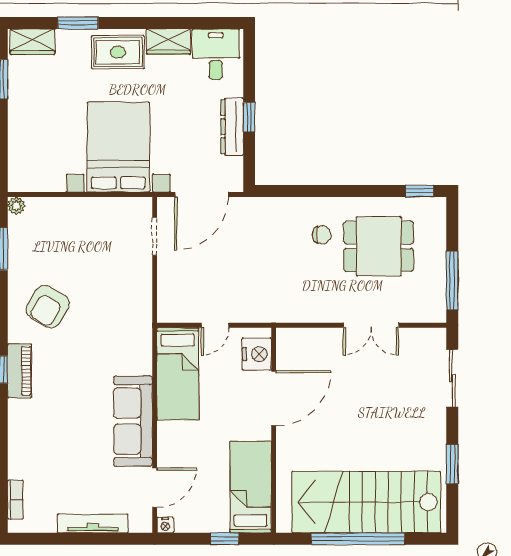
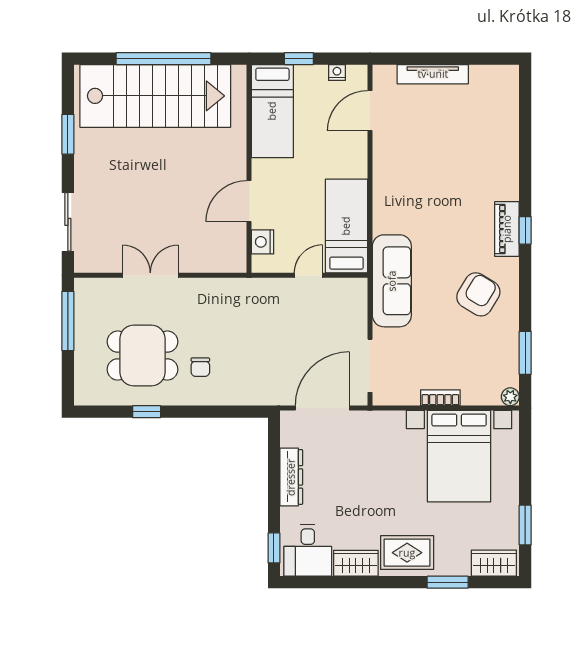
window: (249, 117) -> (274, 548), moved
bed with nightstands: (118, 147) -> (459, 456), moved
window: (420, 191) -> (147, 412), moved
chair: (322, 235) -> (200, 367), turned -90
doorway: (155, 236) -> (370, 366), width x1.38
nightstand: (257, 354) -> (263, 242), width x0.74, depth x0.75
door: (274, 398) -> (249, 201), width x0.73
sofa: (133, 421) -> (392, 281), moved
bookcase: (15, 500) -> (440, 398), moved, turned 90
nightstand: (165, 525) -> (337, 72), moved

